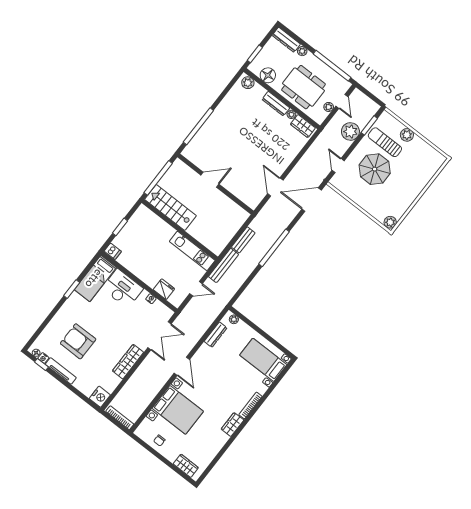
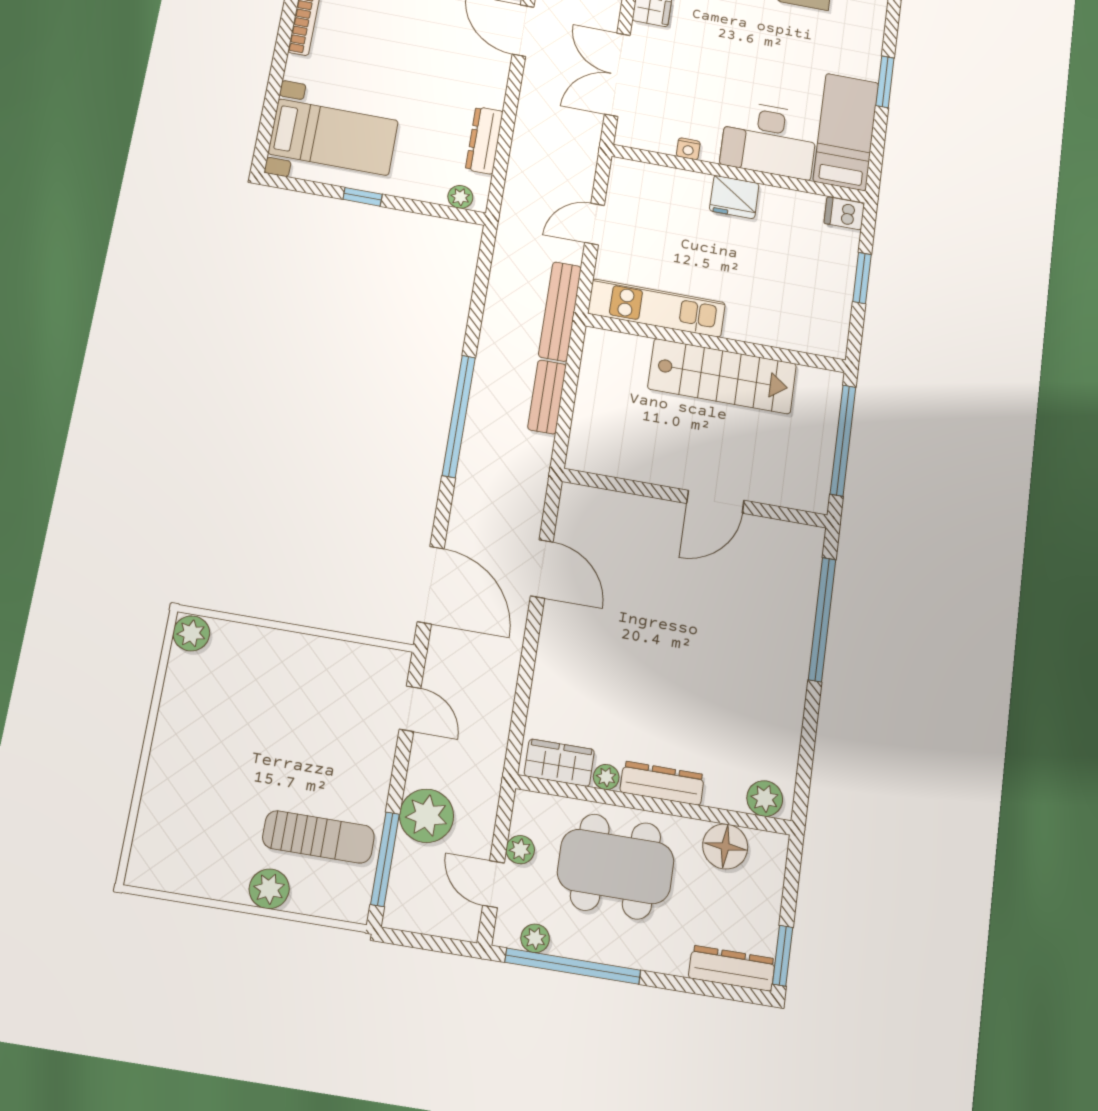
plant: (302, 51) -> (535, 938), moved
window: (255, 54) -> (783, 956), moved
window: (369, 125) -> (385, 859), width x1.44
parasol: (375, 169) -> (308, 751), removed
door: (312, 200) -> (431, 585), hinge flipped
stairs: (170, 207) -> (722, 376), moved
fridge: (164, 289) -> (734, 197), moved
window: (265, 335) -> (363, 197), added

